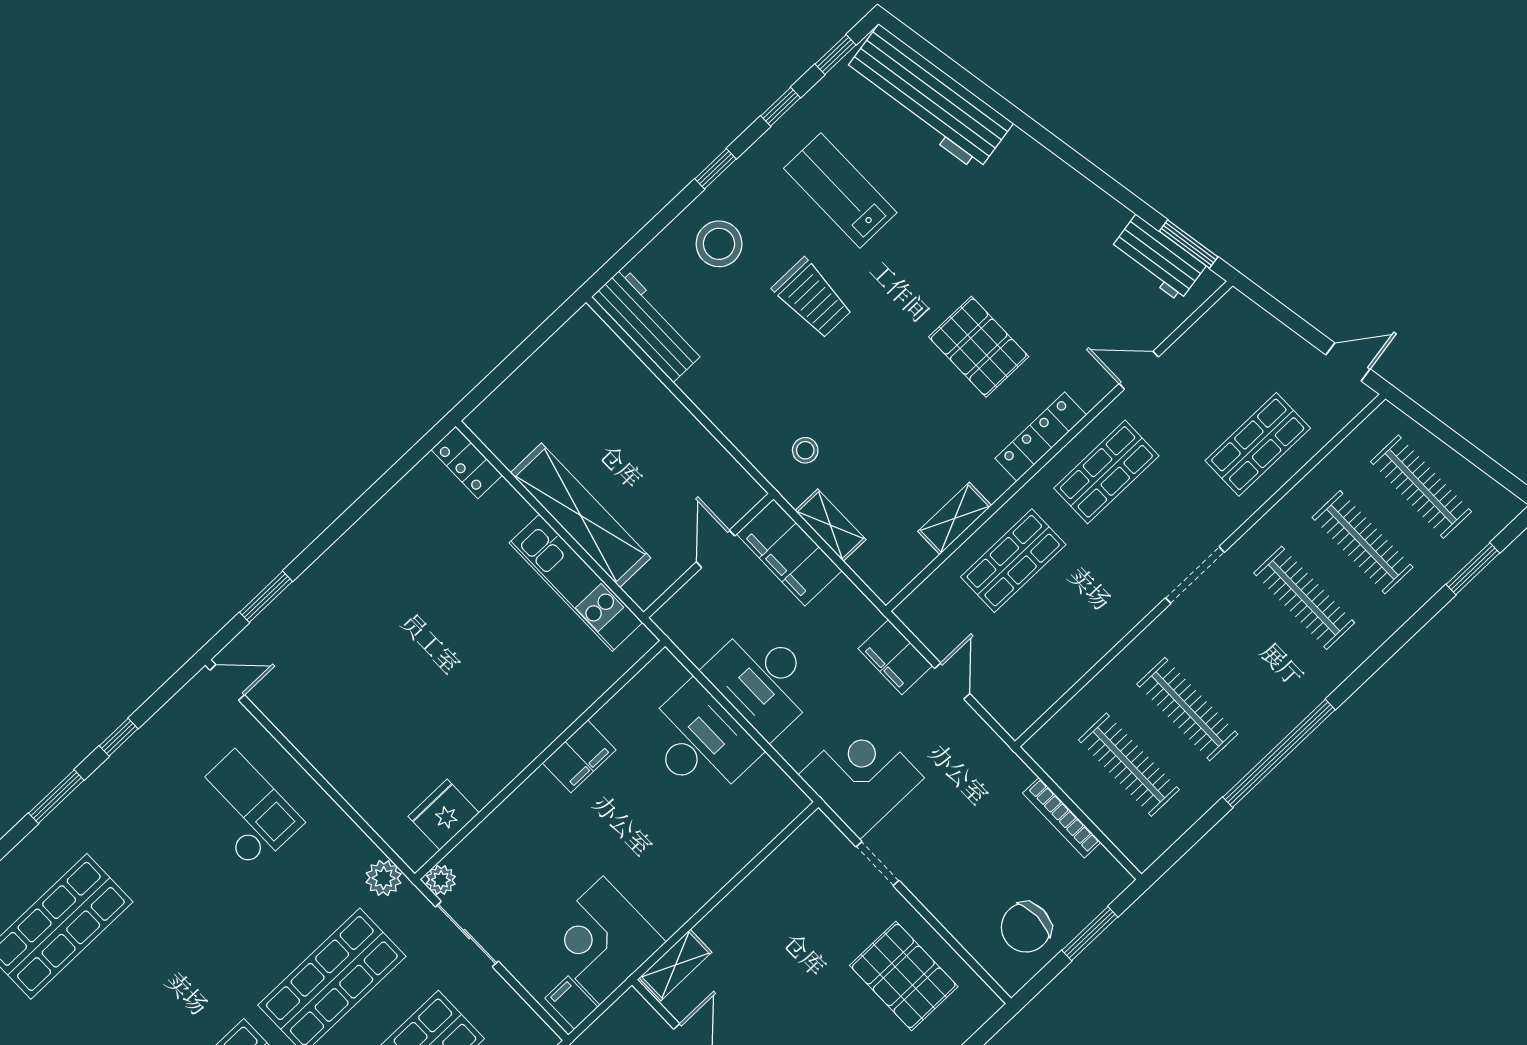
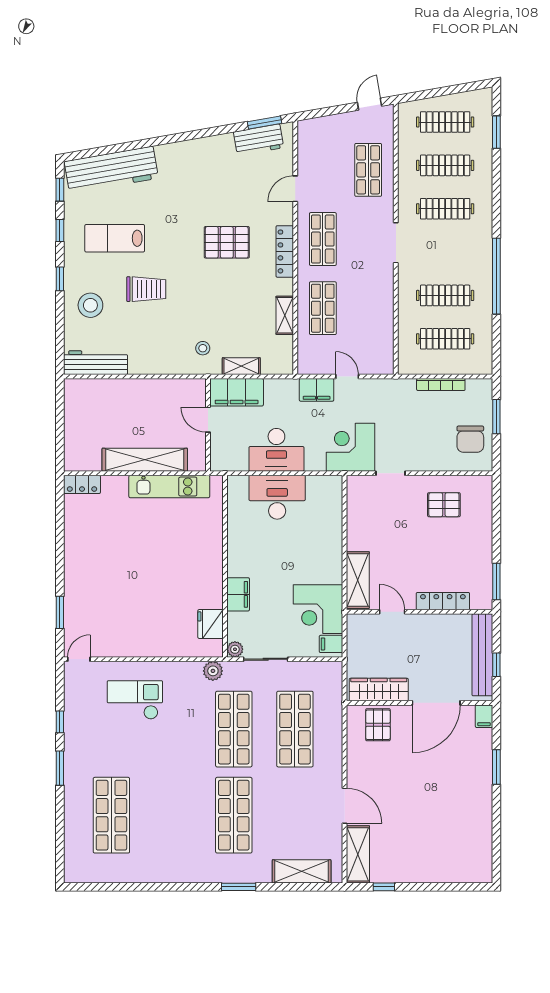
filing cabinet: (579, 756) -> (238, 594), moved
shelving: (675, 965) -> (358, 580), width x1.50, depth x1.33
pallet: (904, 976) -> (444, 505), width x0.67, depth x0.71

